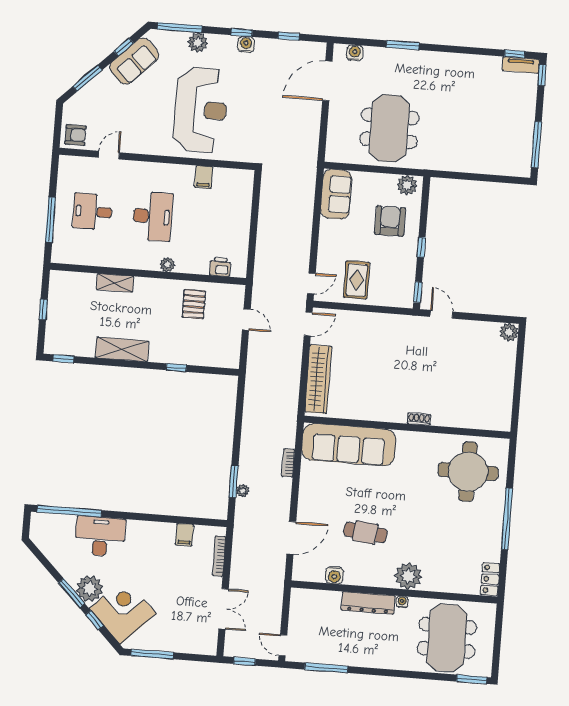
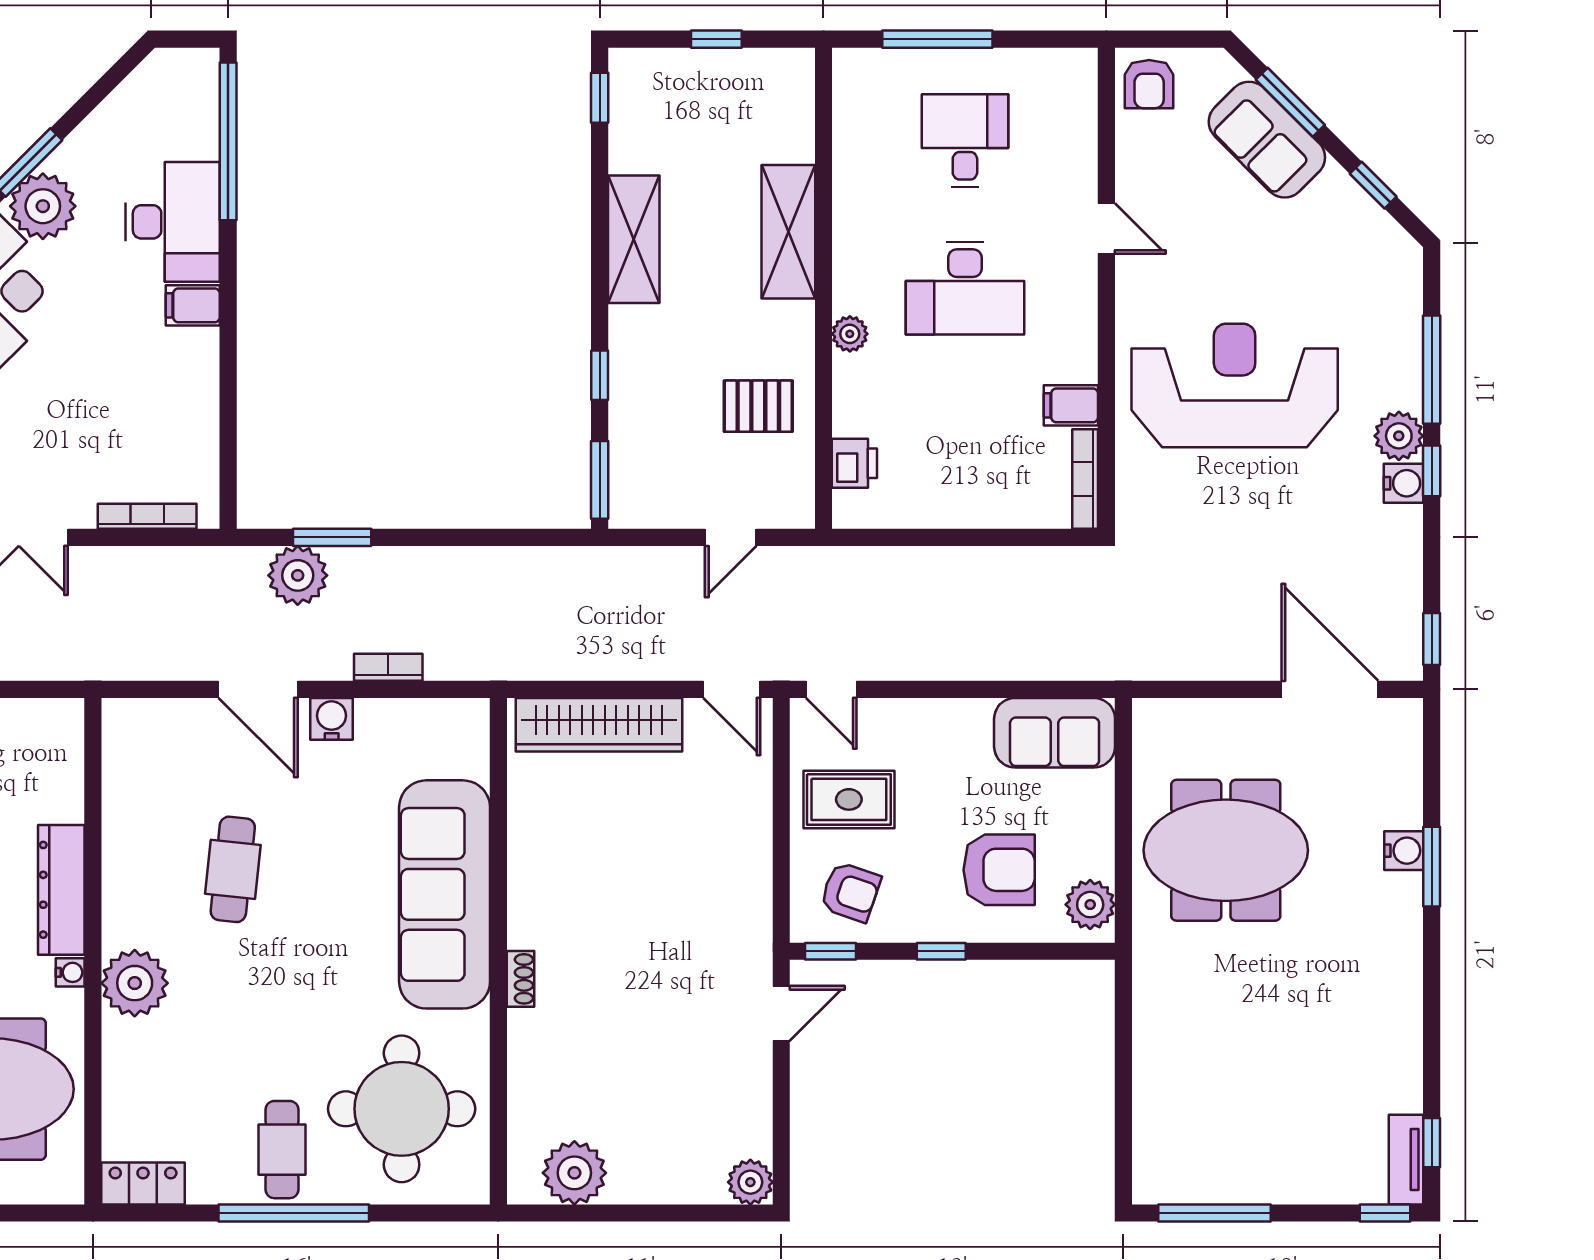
window: (180, 28) -> (1432, 370), moved
window: (289, 36) -> (1432, 639), moved
plant: (198, 42) -> (1399, 436), moved
water cooler: (355, 53) -> (1404, 851), moved
sofa: (134, 61) -> (1267, 140), moved
reception desk: (201, 110) -> (1235, 385), turned 180
door: (109, 155) -> (1106, 228), moved
bookcase: (234, 174) -> (1085, 479), added
armchair: (394, 282) -> (850, 892), added
shelving: (115, 283) -> (788, 232), width x1.50, depth x1.33
window: (219, 371) -> (600, 480), added
plant: (500, 403) -> (574, 1173), added
sofa: (349, 445) -> (445, 894), moved
plant: (243, 491) -> (298, 575), width x1.87, depth x1.87
cafe table: (481, 521) -> (282, 1150), added
filing cabinet: (184, 535) -> (193, 305), moved
door: (291, 538) -> (258, 689), moved
water cooler: (334, 575) -> (332, 719), moved, turned 90

